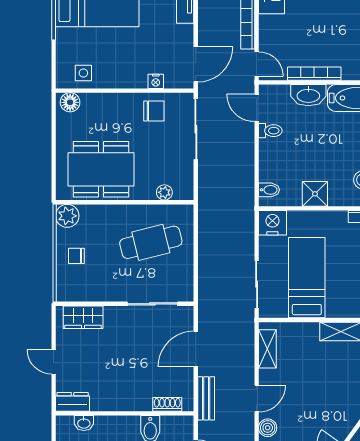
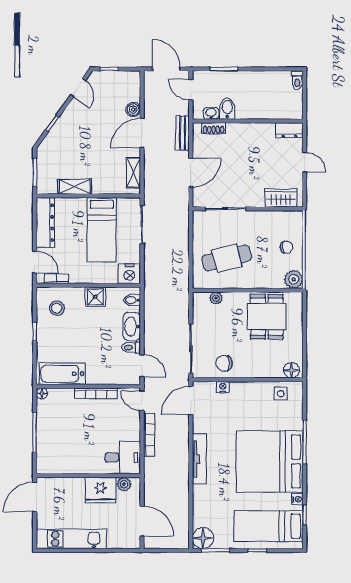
washbasin: (308, 95) -> (132, 326), moved, turned -90
dining table: (101, 169) -> (267, 317), width x0.73
door: (257, 398) -> (142, 133), width x1.38
washbasin: (84, 423) -> (211, 113), moved

